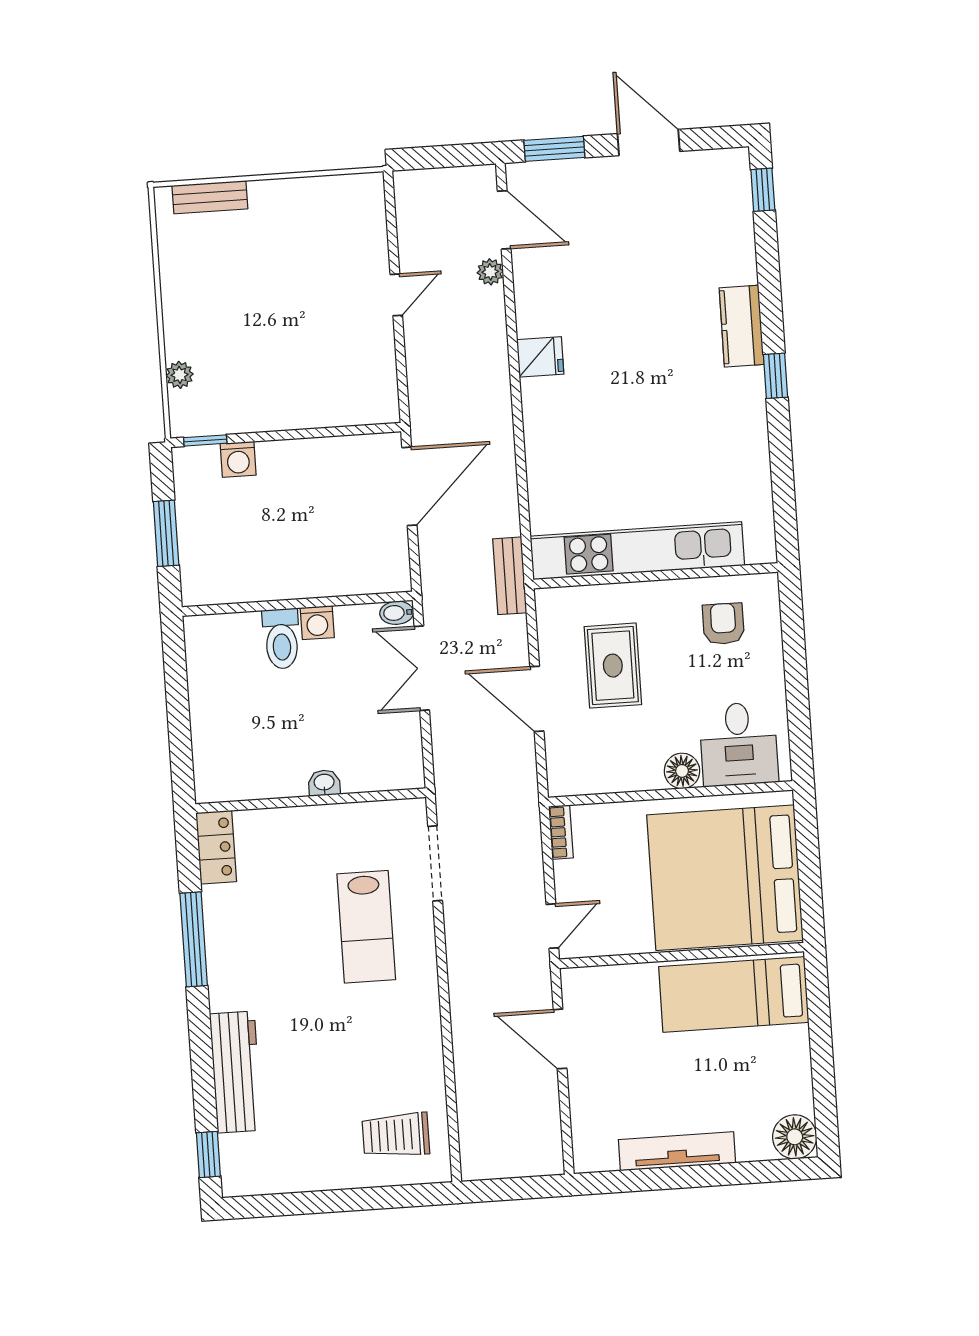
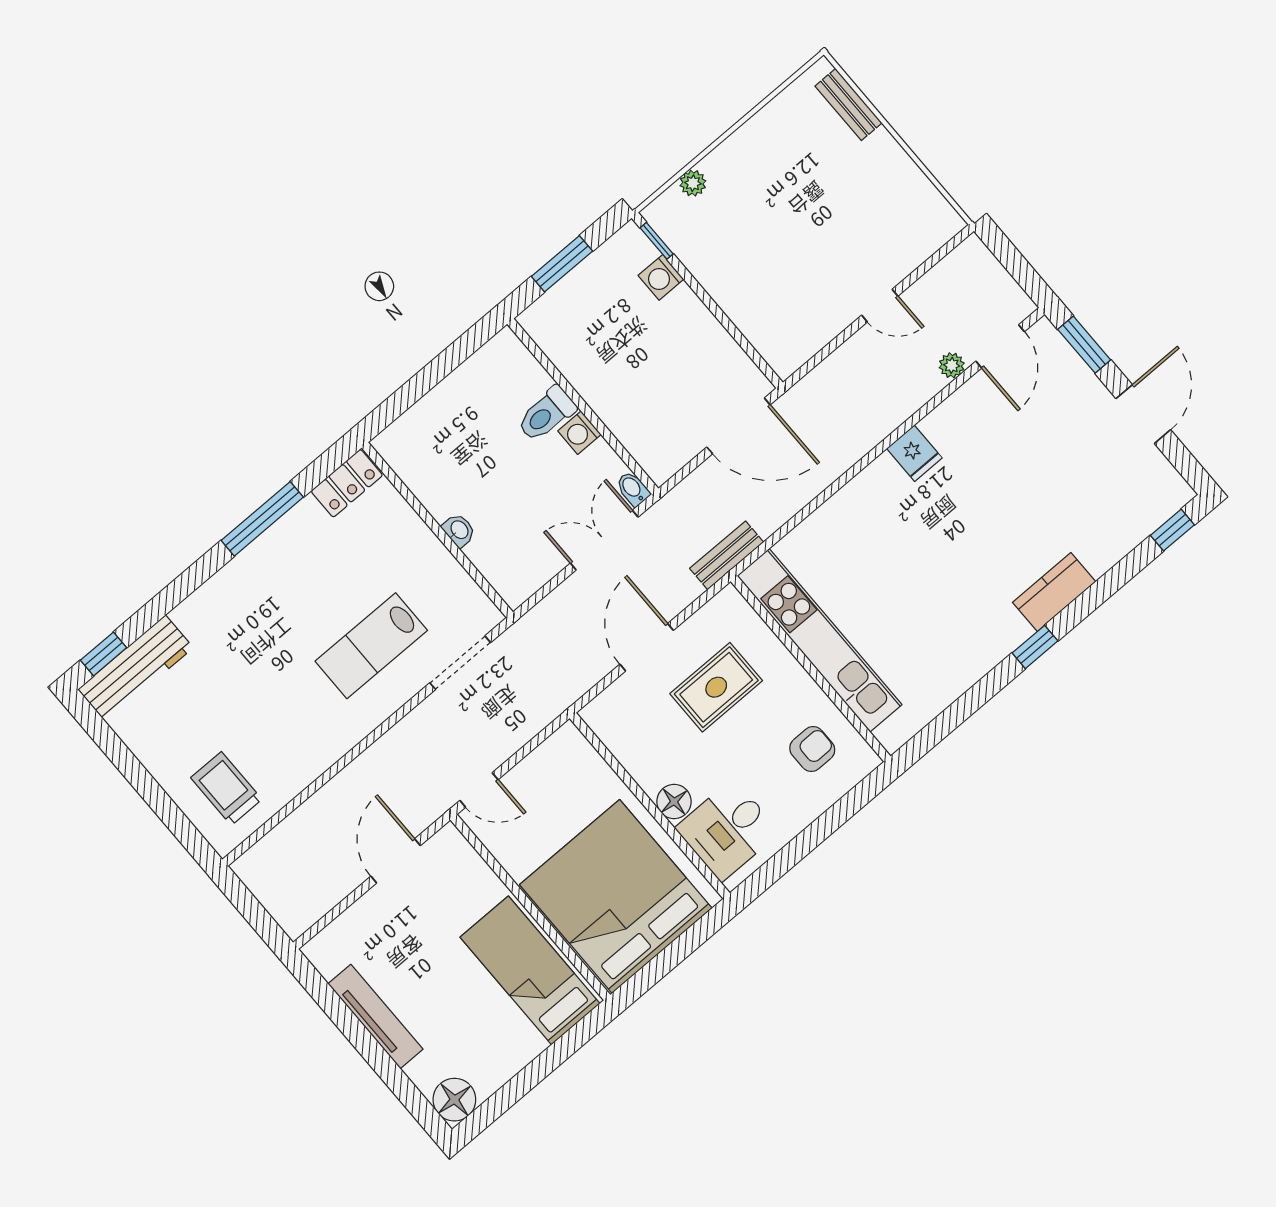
bookcase: (561, 832) -> (557, 743), removed
workbench: (236, 1072) -> (136, 669), moved

